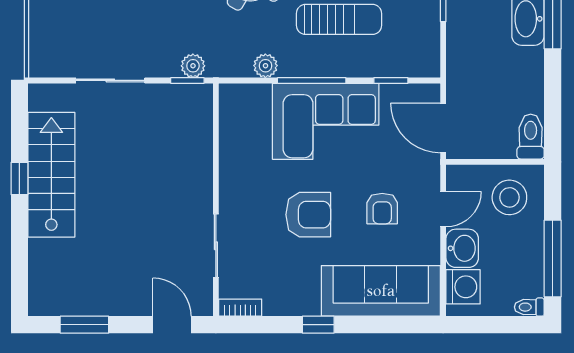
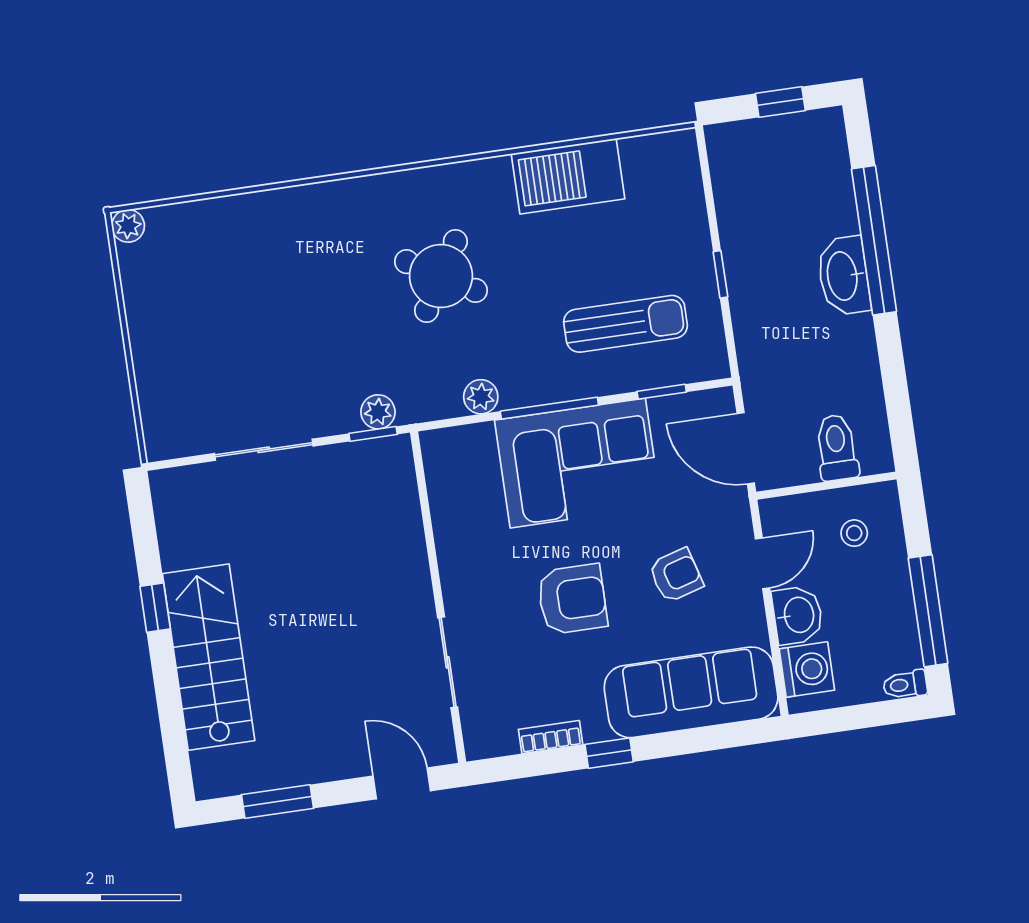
sun lounger: (339, 19) -> (626, 324), moved
toilet: (531, 137) -> (837, 448), moved
stairs: (51, 175) -> (209, 657), moved
stool: (509, 197) -> (854, 533), width x0.53, depth x0.53
armchair: (382, 209) -> (676, 575), turned -106
bookcase: (240, 308) -> (551, 737), moved

